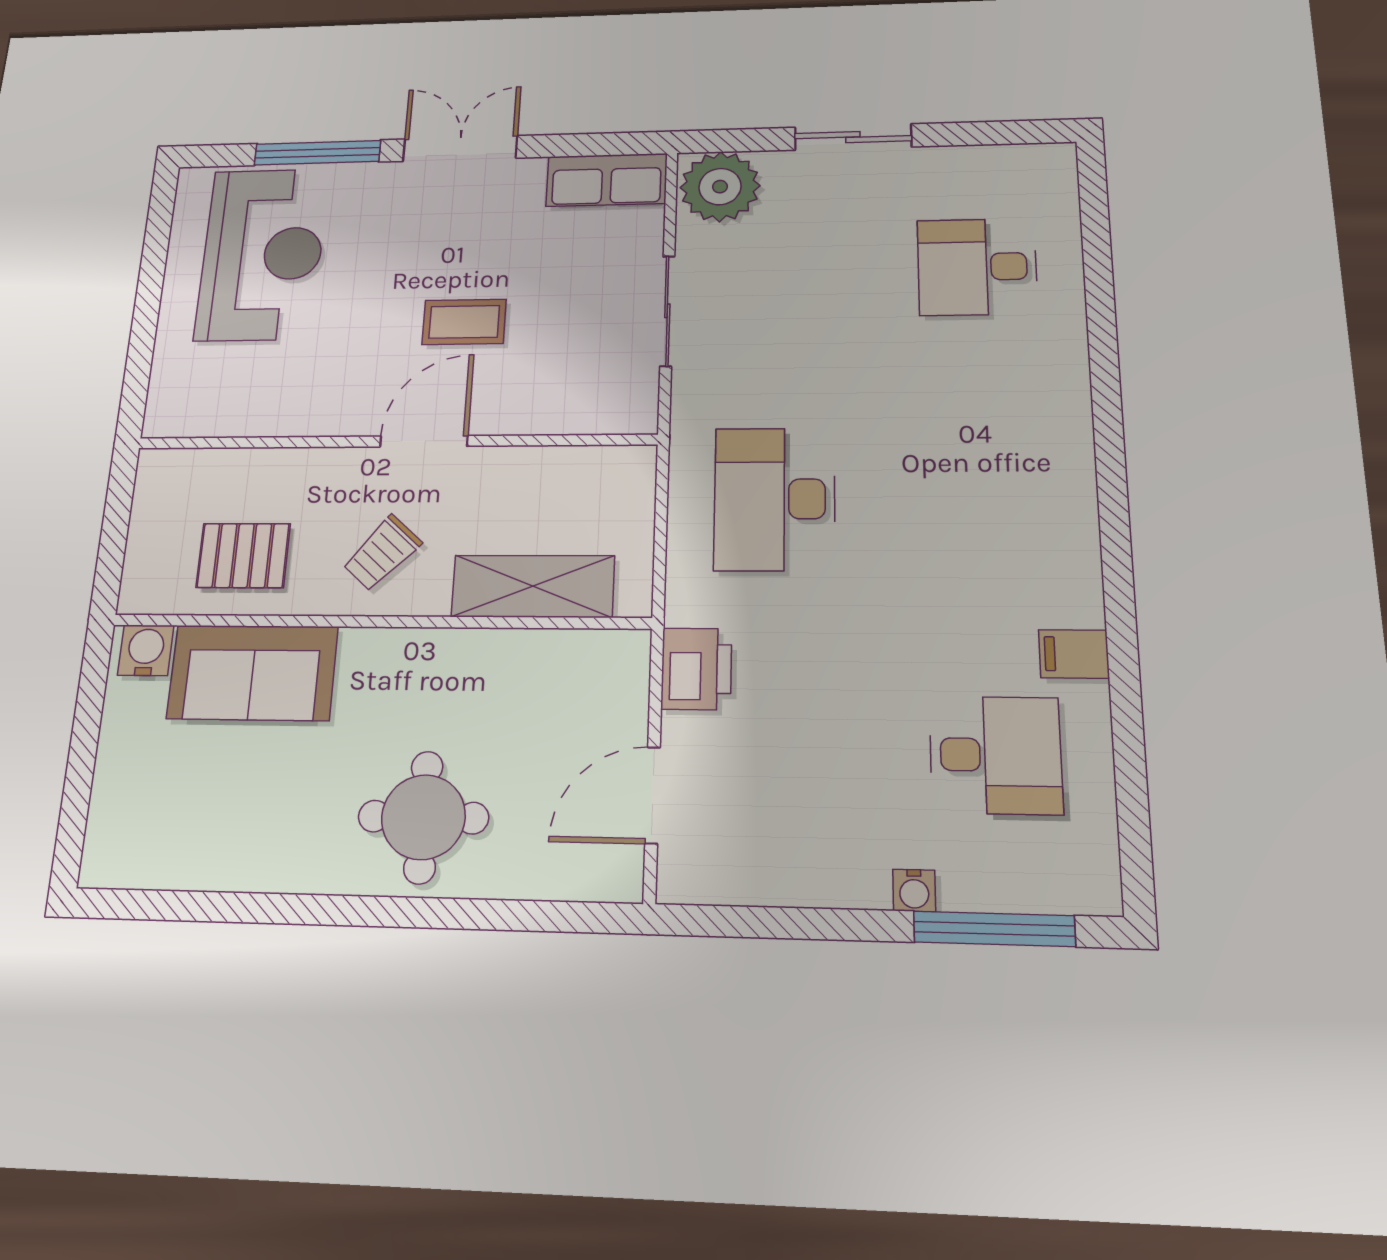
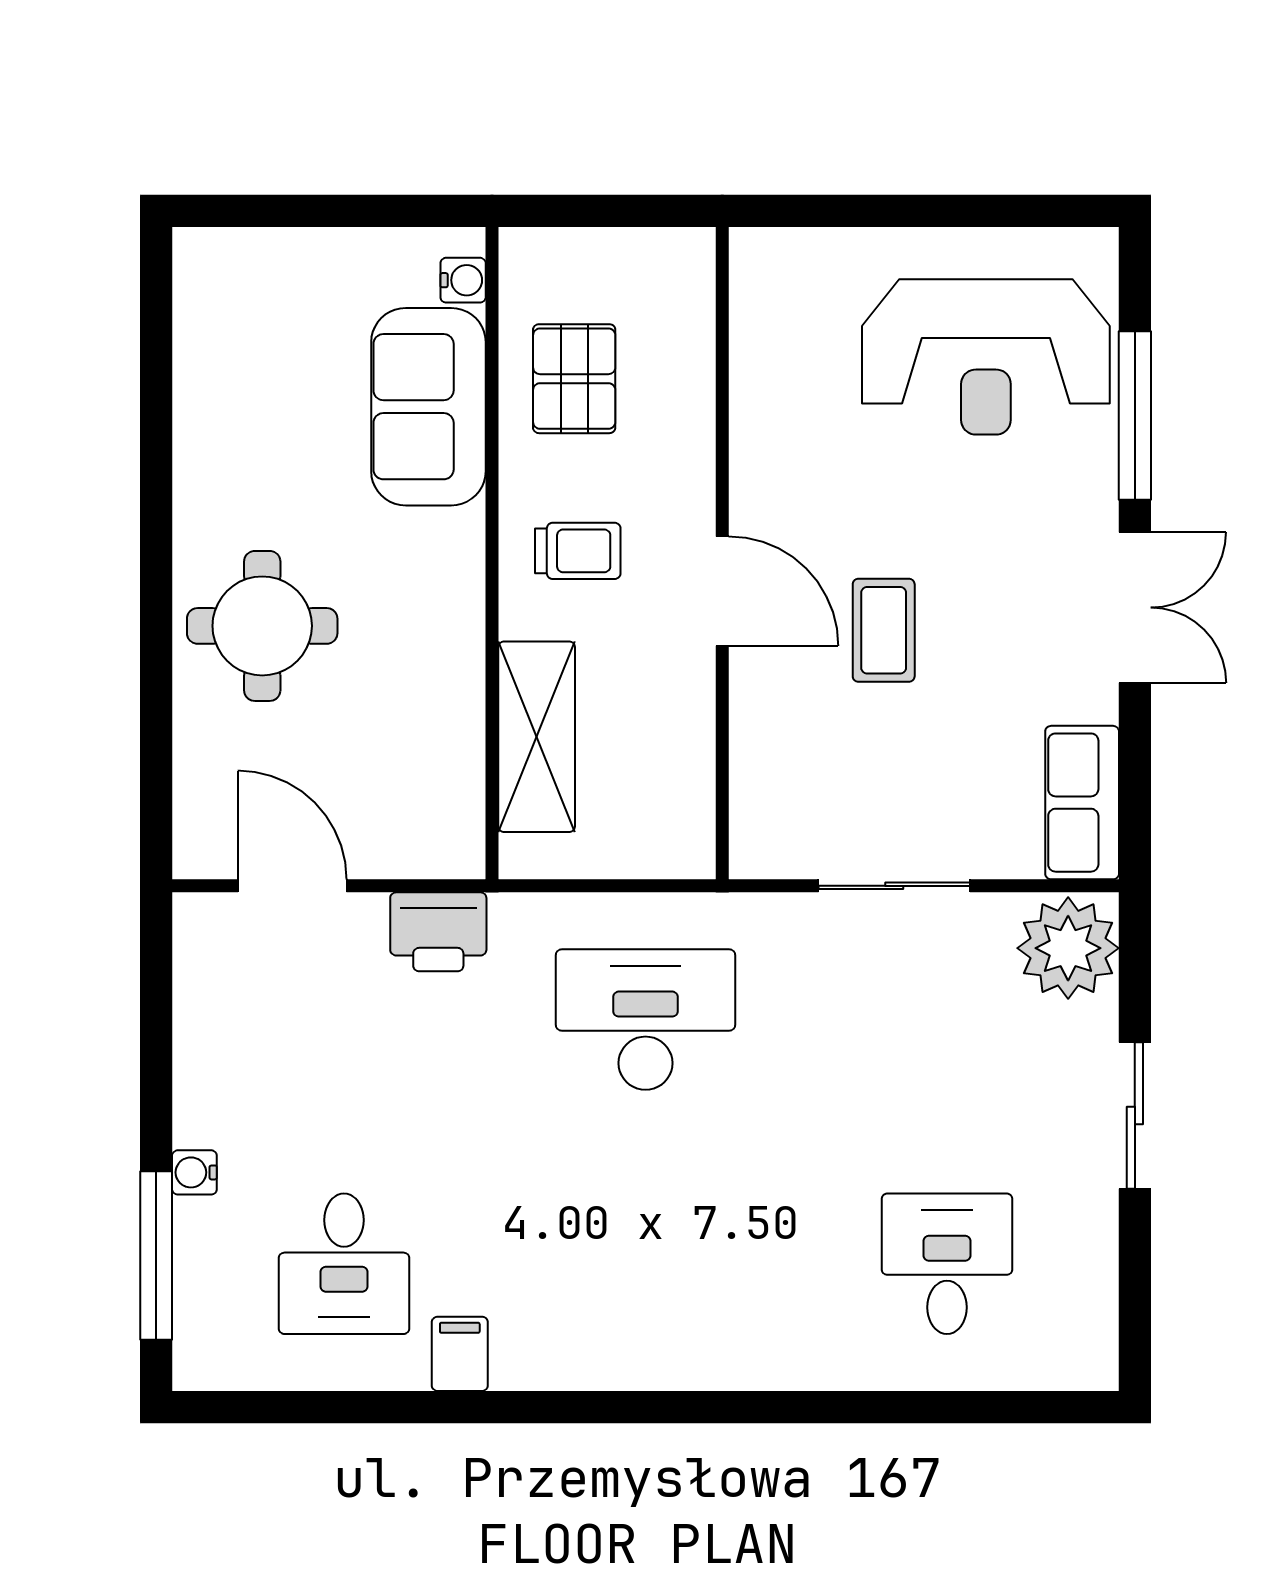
trolley: (382, 553) -> (578, 551), turned 138
water cooler: (146, 650) -> (463, 280), width x0.72, depth x0.72

